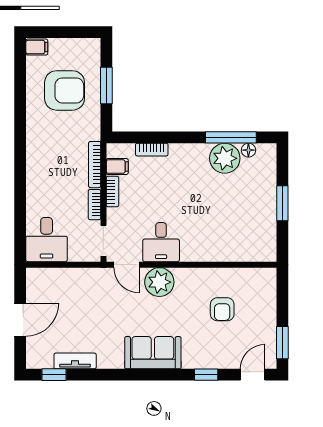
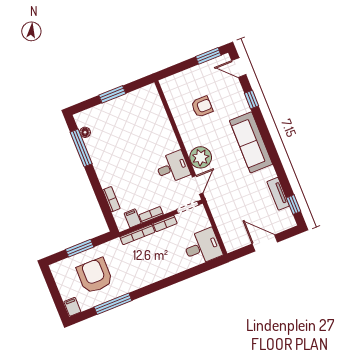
window: (20, 99) -> (113, 304), added
plant: (225, 158) -> (97, 146), removed
sofa: (153, 353) -> (251, 142), width x1.36

